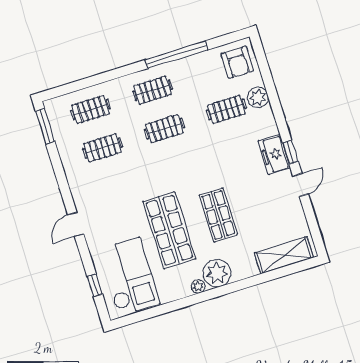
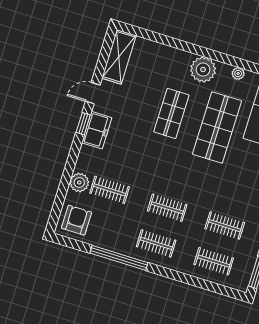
shelving: (284, 255) -> (119, 57), moved, turned 90
plant: (198, 286) -> (238, 73), moved

